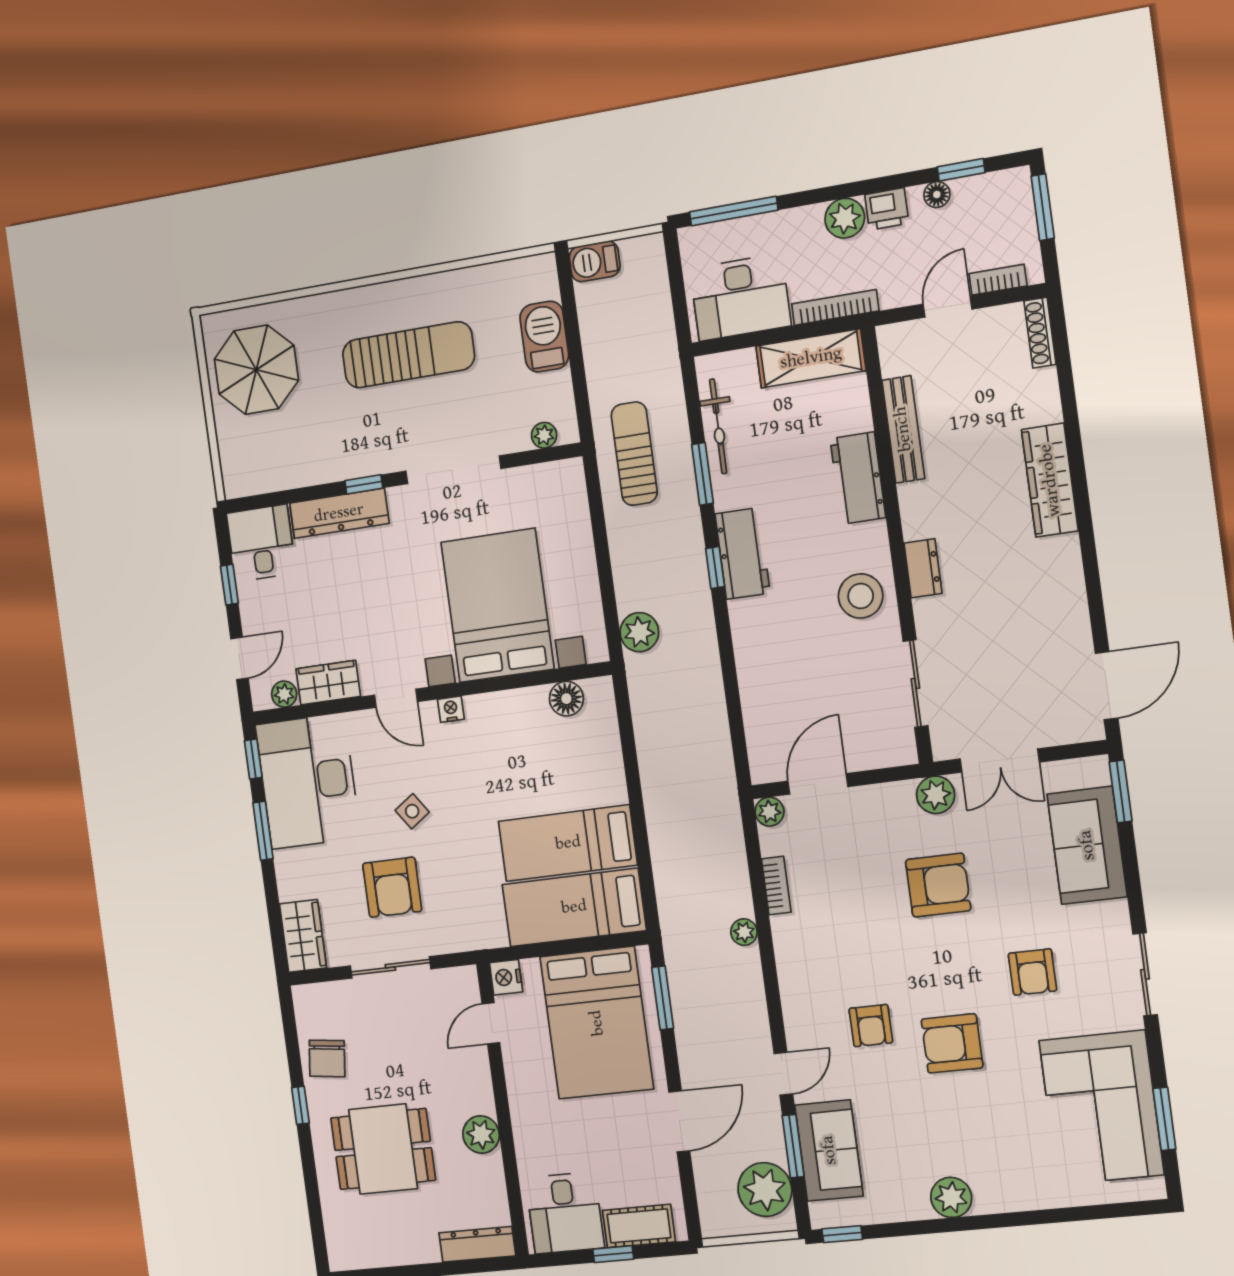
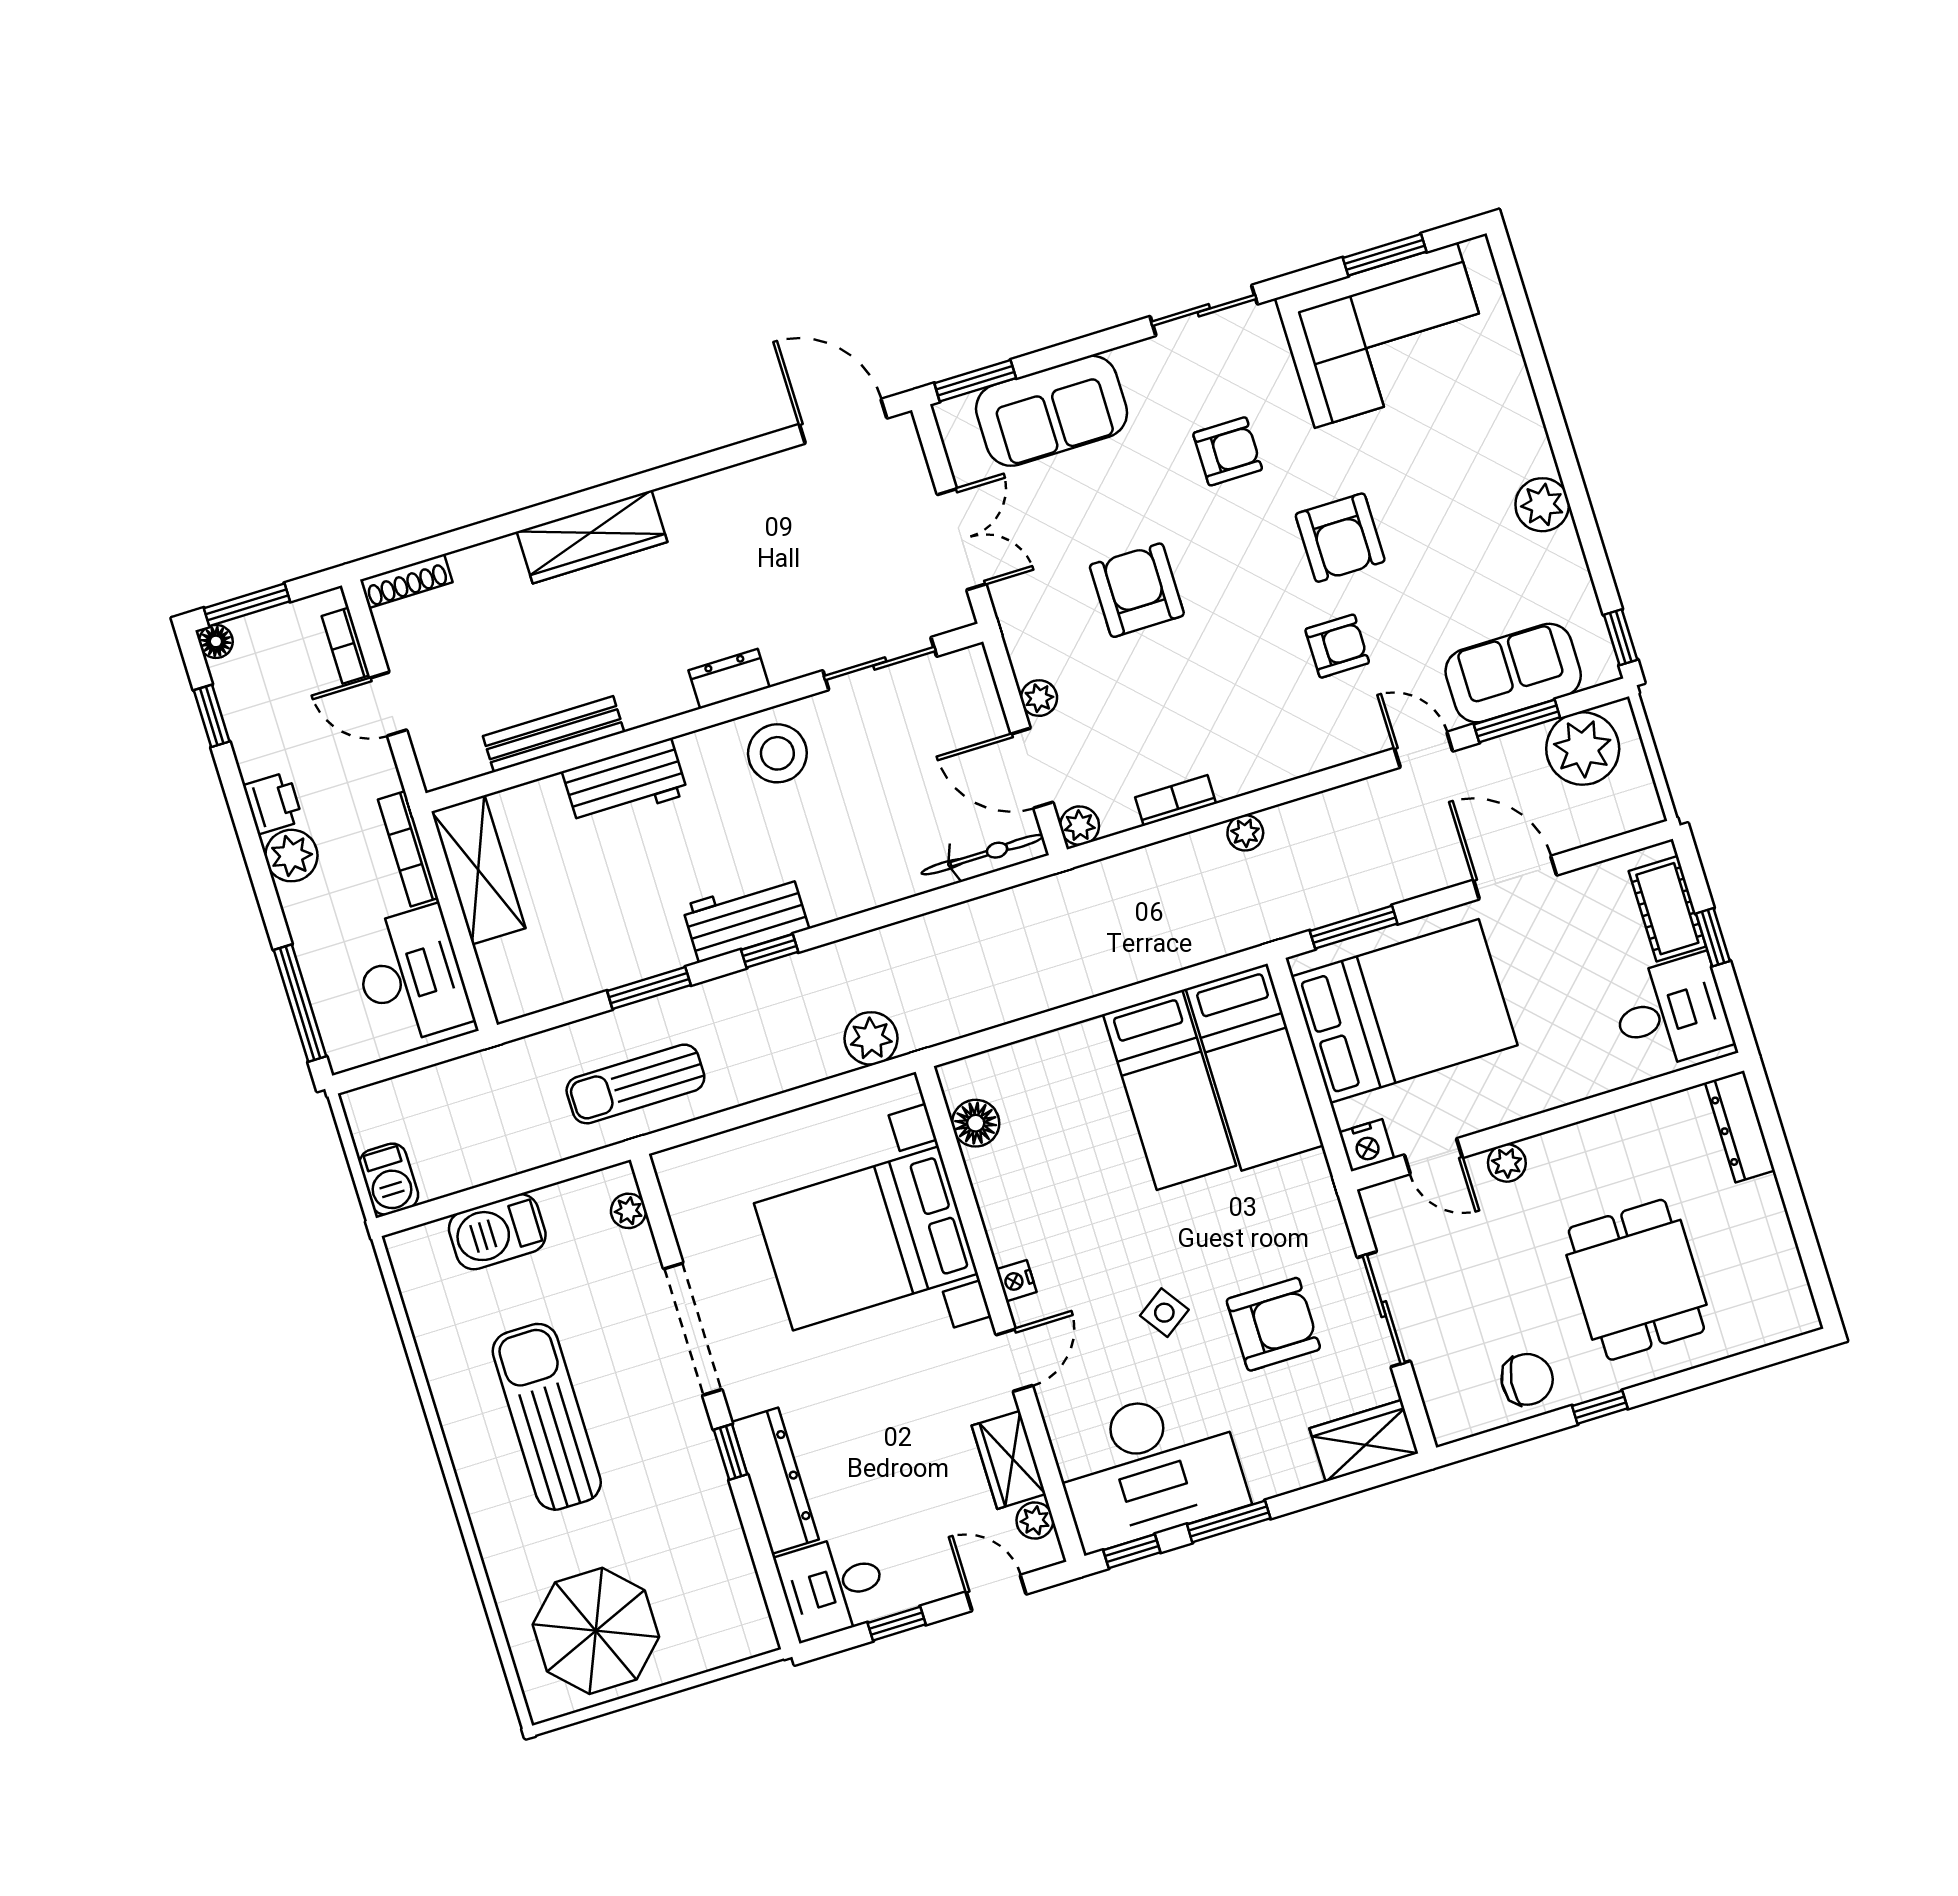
floor lamp: (937, 194) -> (216, 641), moved
bicycle: (718, 426) -> (982, 855), moved
plant: (936, 795) -> (1039, 698), moved, width x0.73, depth x0.73
plant: (481, 1134) -> (1507, 1163), moved, width x0.73, depth x0.73

